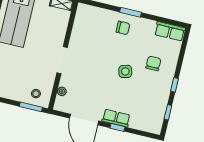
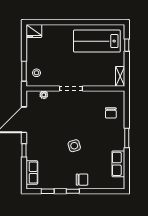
chair: (123, 28) -> (111, 113), moved
row of seats: (170, 31) -> (118, 164), moved
chair: (153, 63) -> (82, 180), moved
row of seats: (116, 118) -> (32, 173), moved

